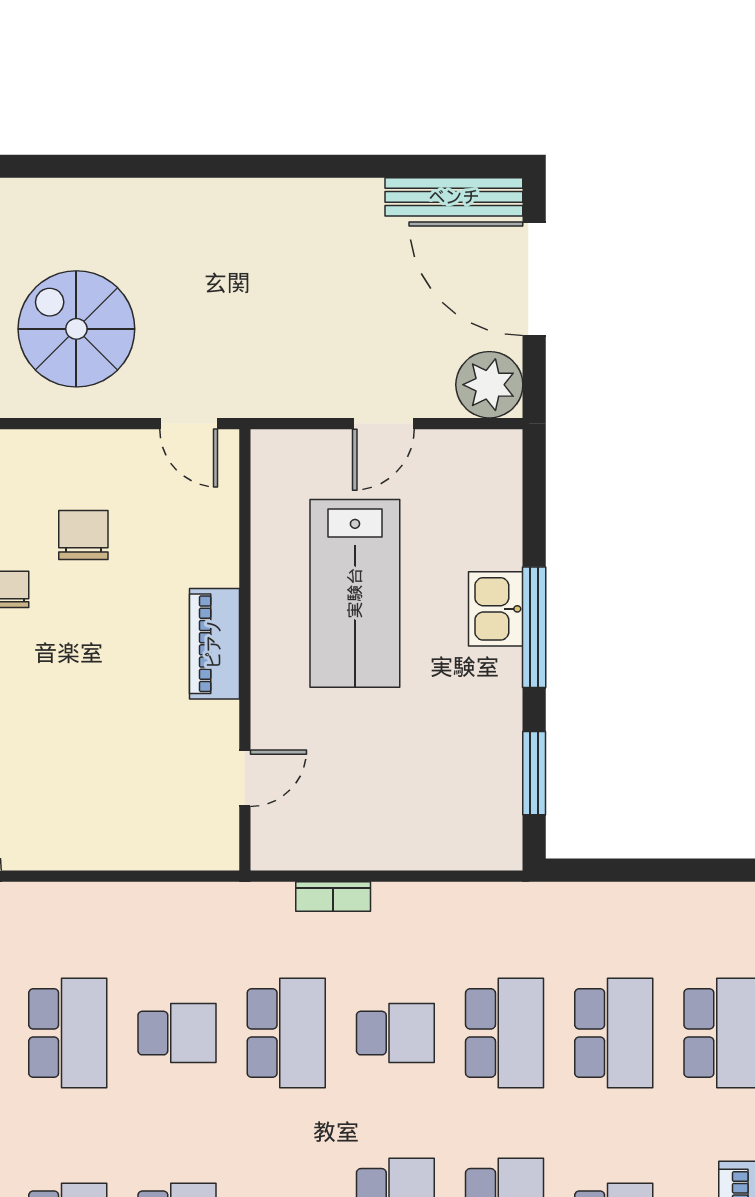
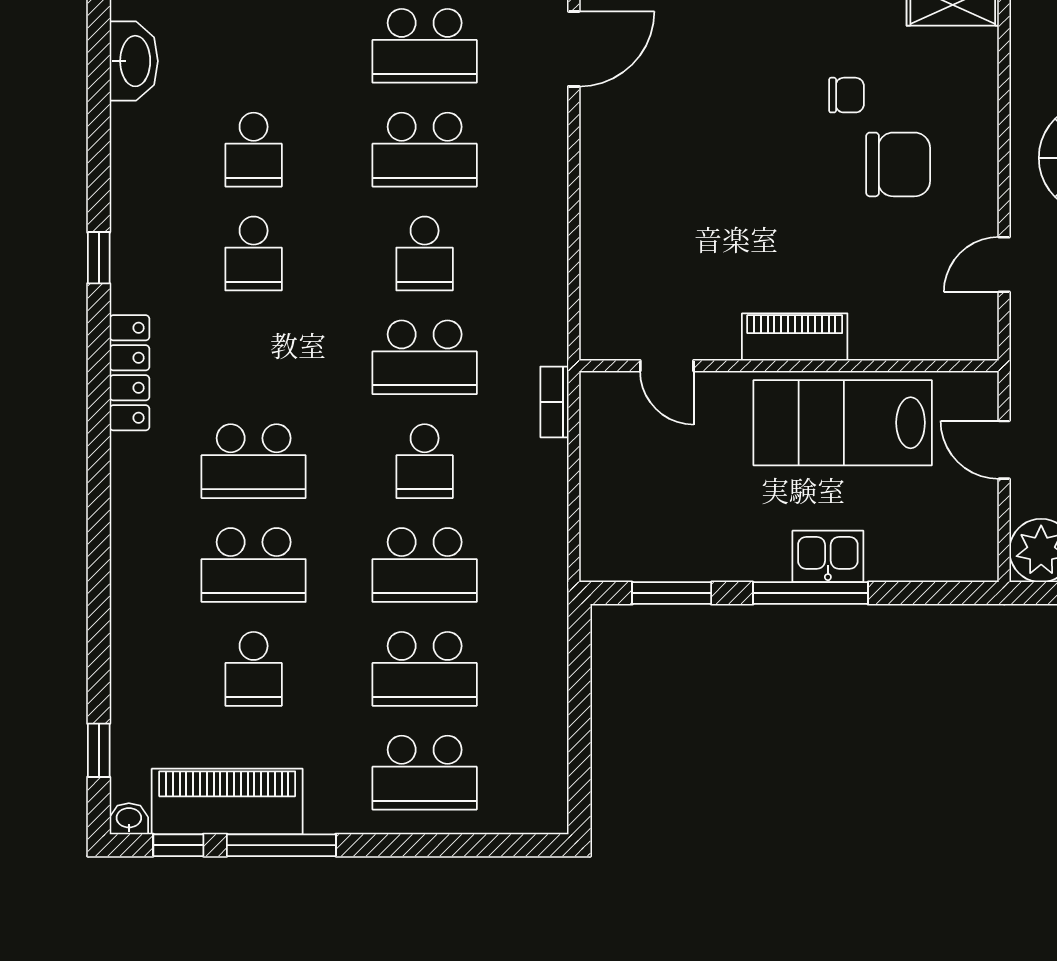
chair: (83, 535) -> (898, 164), width x1.37, depth x1.37
piano: (214, 644) -> (795, 337), moved
wall: (245, 650) -> (789, 366), moved
door: (245, 778) -> (667, 366), moved

